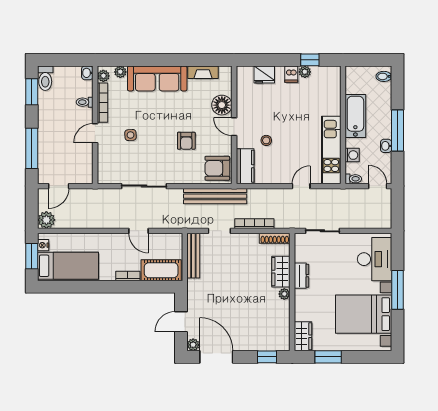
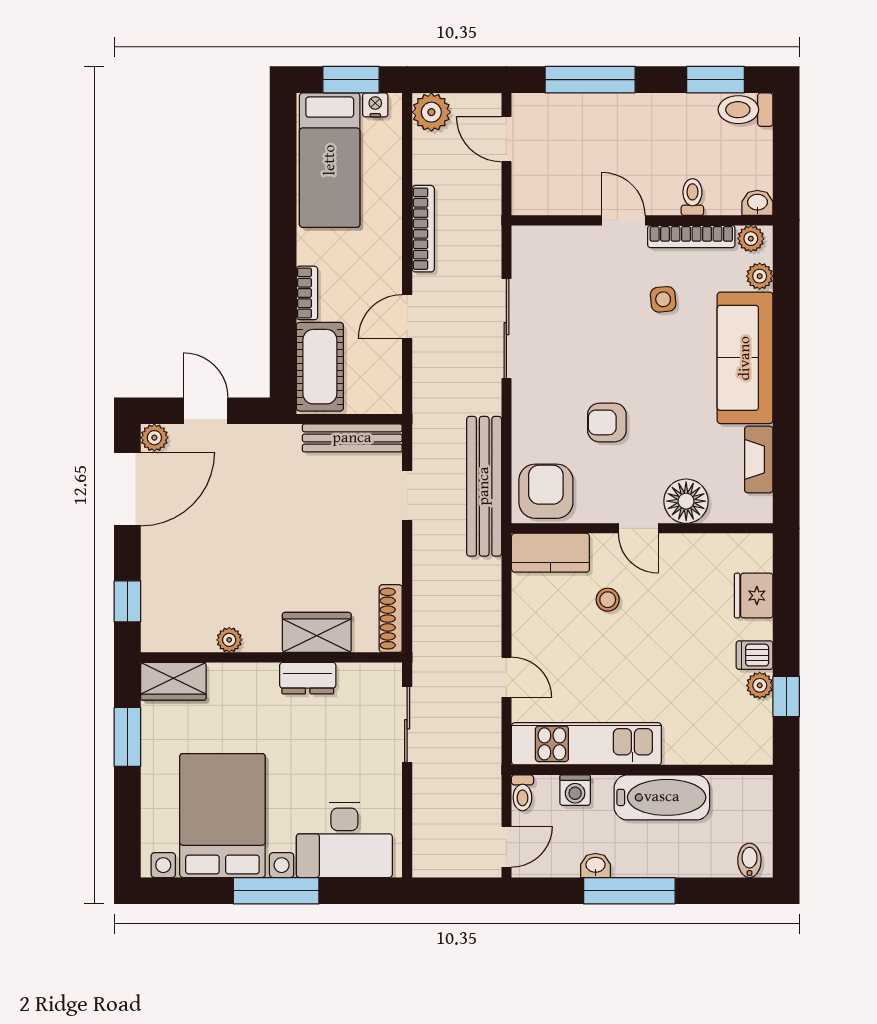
door: (234, 127) -> (638, 528), swing flipped
side table: (131, 135) -> (663, 299), moved
bookcase: (254, 224) -> (423, 229), moved
plant: (284, 294) -> (229, 640), moved

